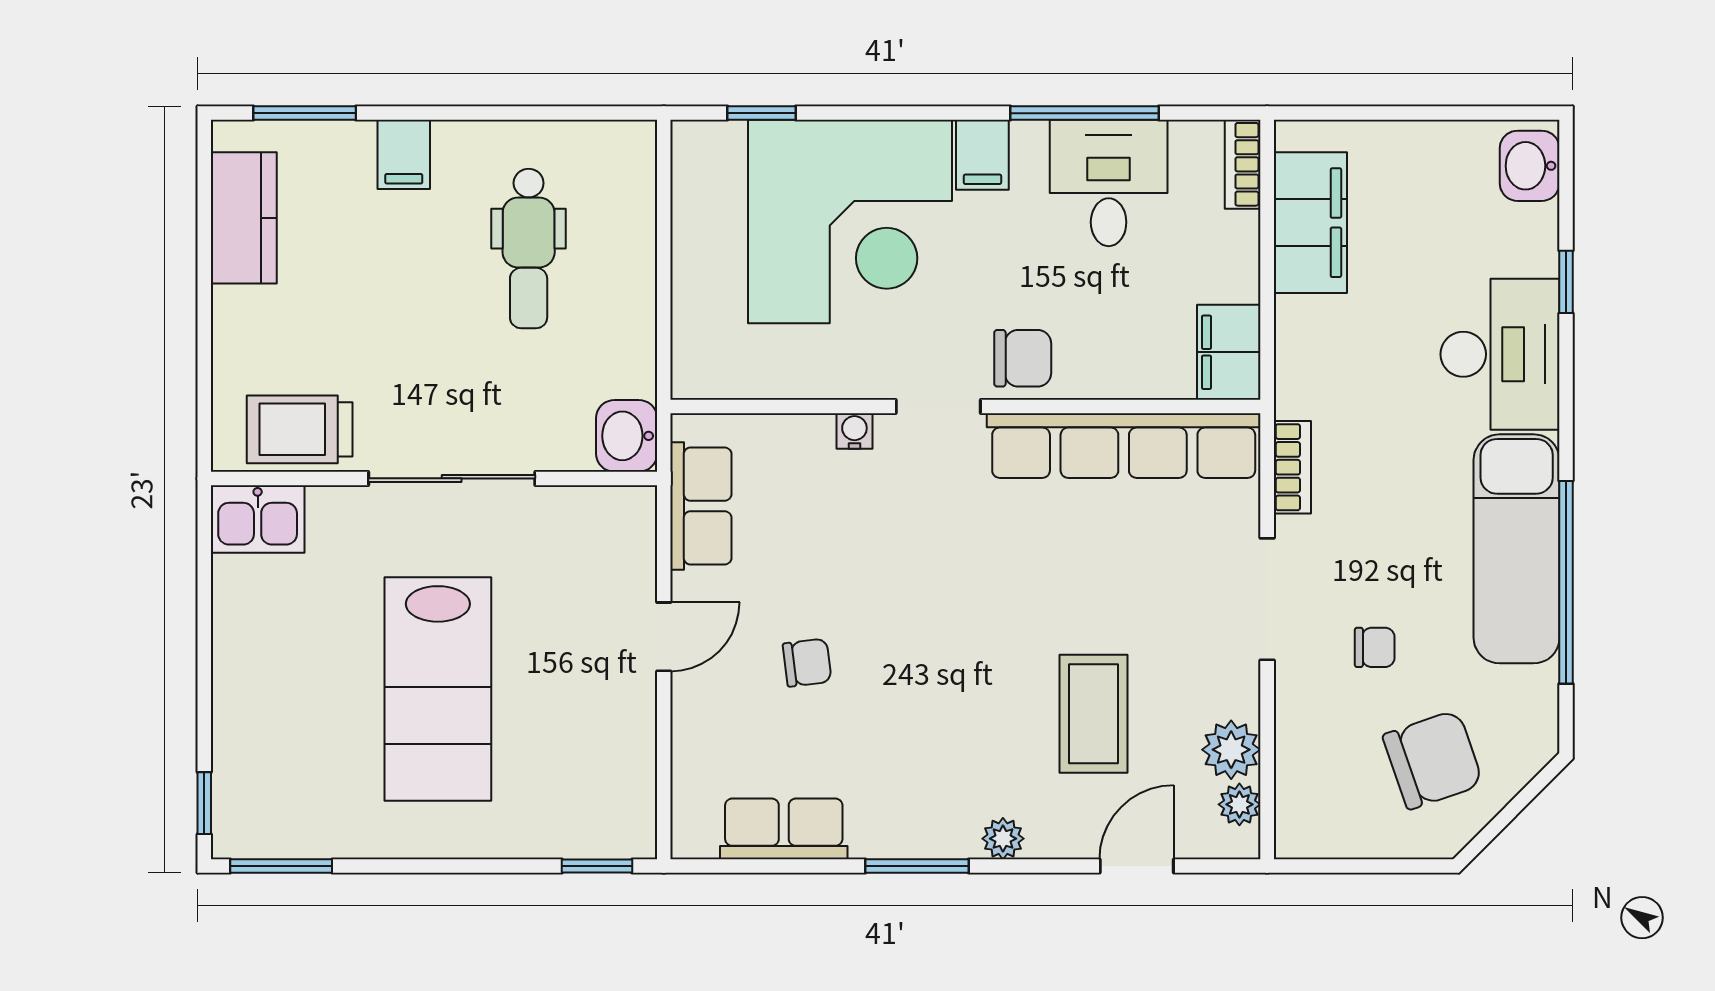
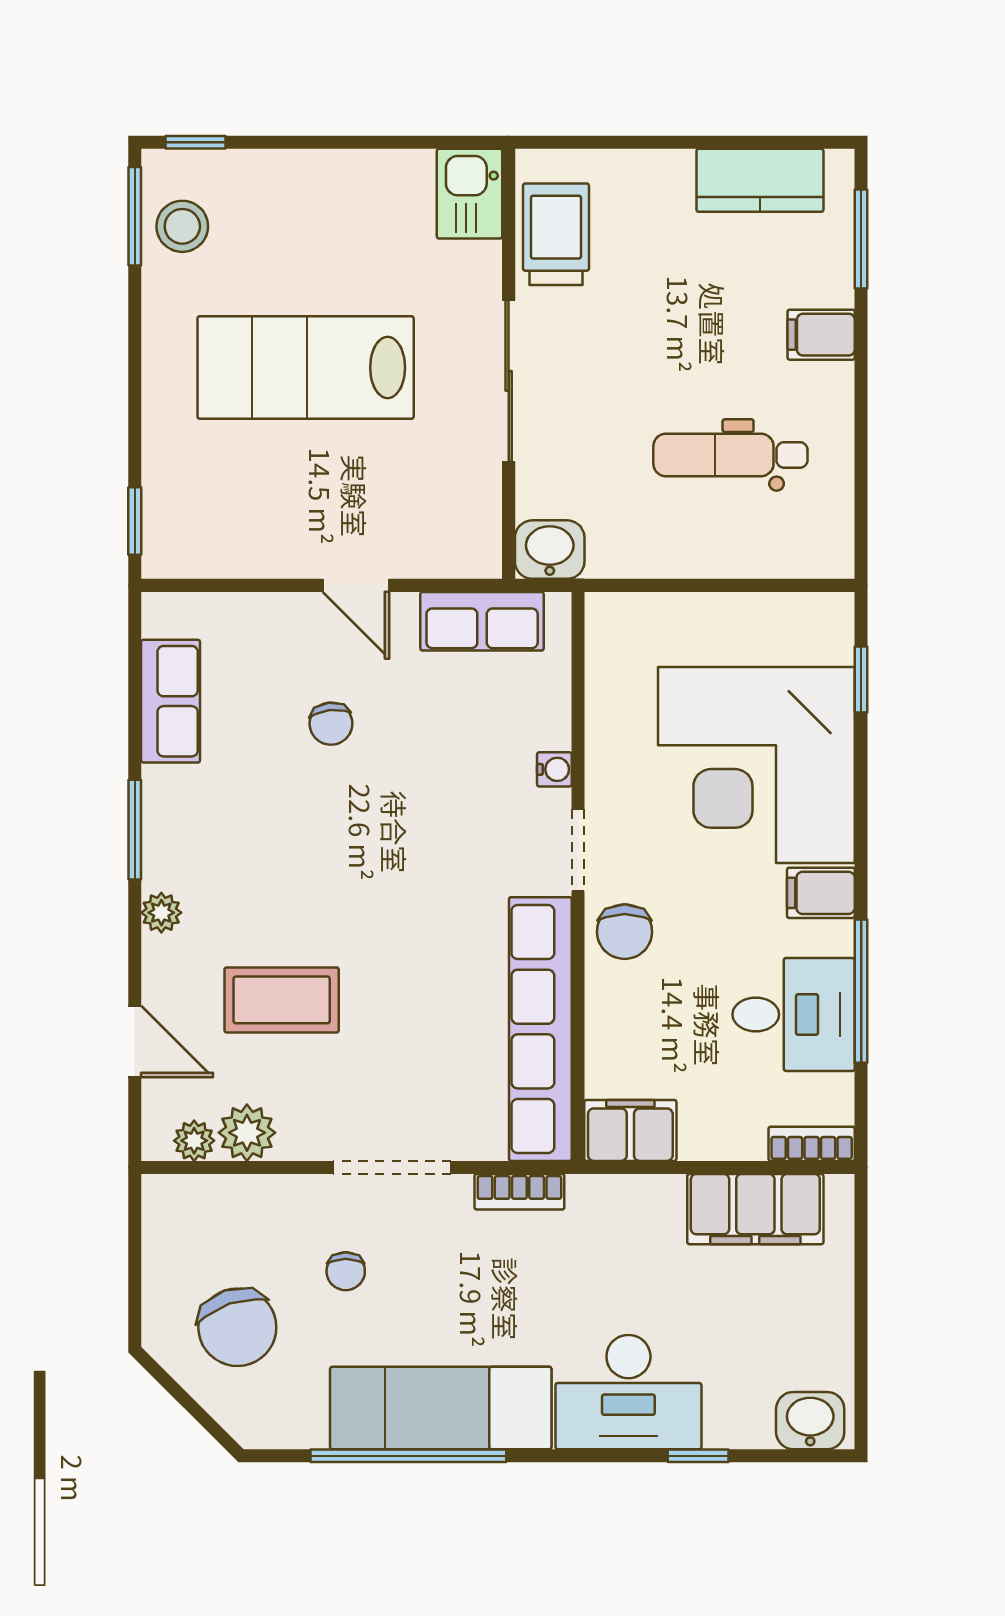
stool: (291, 817) -> (182, 226), added

